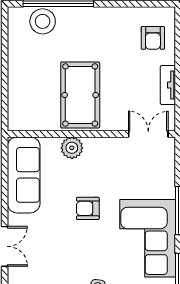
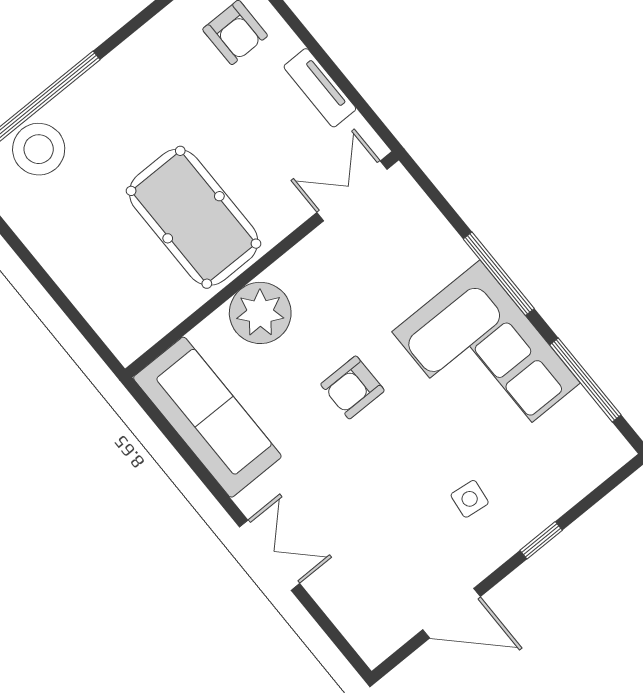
plant: (72, 148) -> (260, 313), width x1.36, depth x1.36

